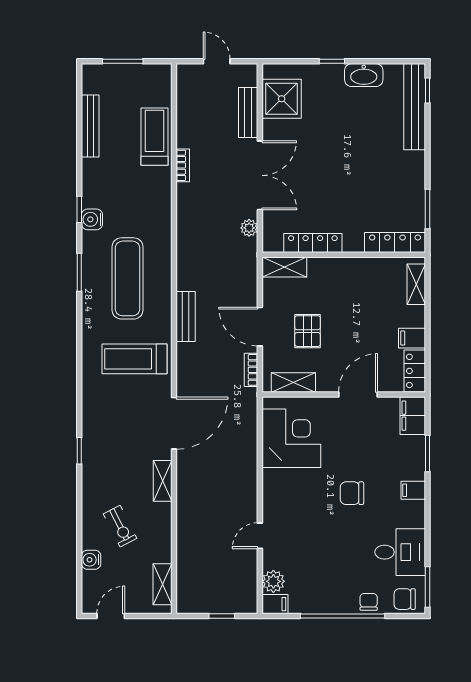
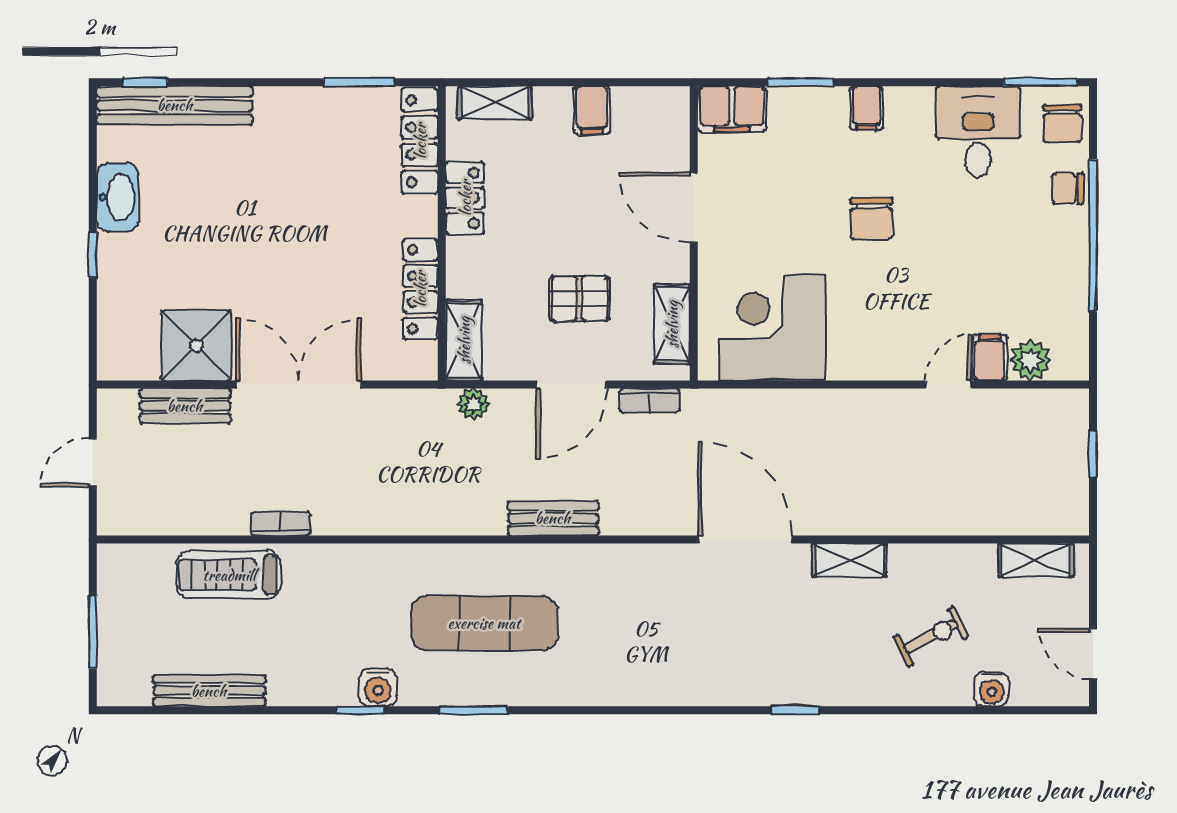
shower: (282, 99) -> (196, 346), moved
plant: (249, 228) -> (473, 404), moved
treadmill: (135, 359) -> (630, 611), removed
locker: (415, 371) -> (465, 198), moved, turned -90
door: (260, 536) -> (948, 385), swing flipped
filing cabinet: (275, 604) -> (990, 357), moved

